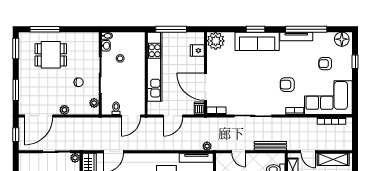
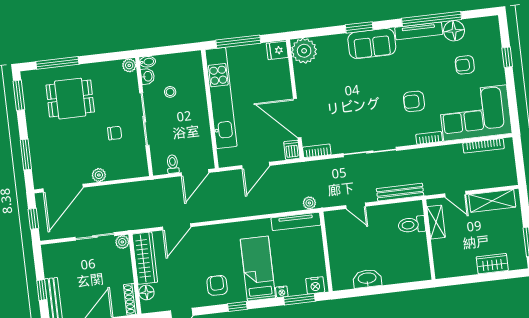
floor lamp: (342, 39) -> (454, 31), moved
sofa: (257, 41) -> (372, 44), width x0.73
fridge: (197, 51) -> (277, 50), moved
plant: (94, 103) -> (129, 65), moved

